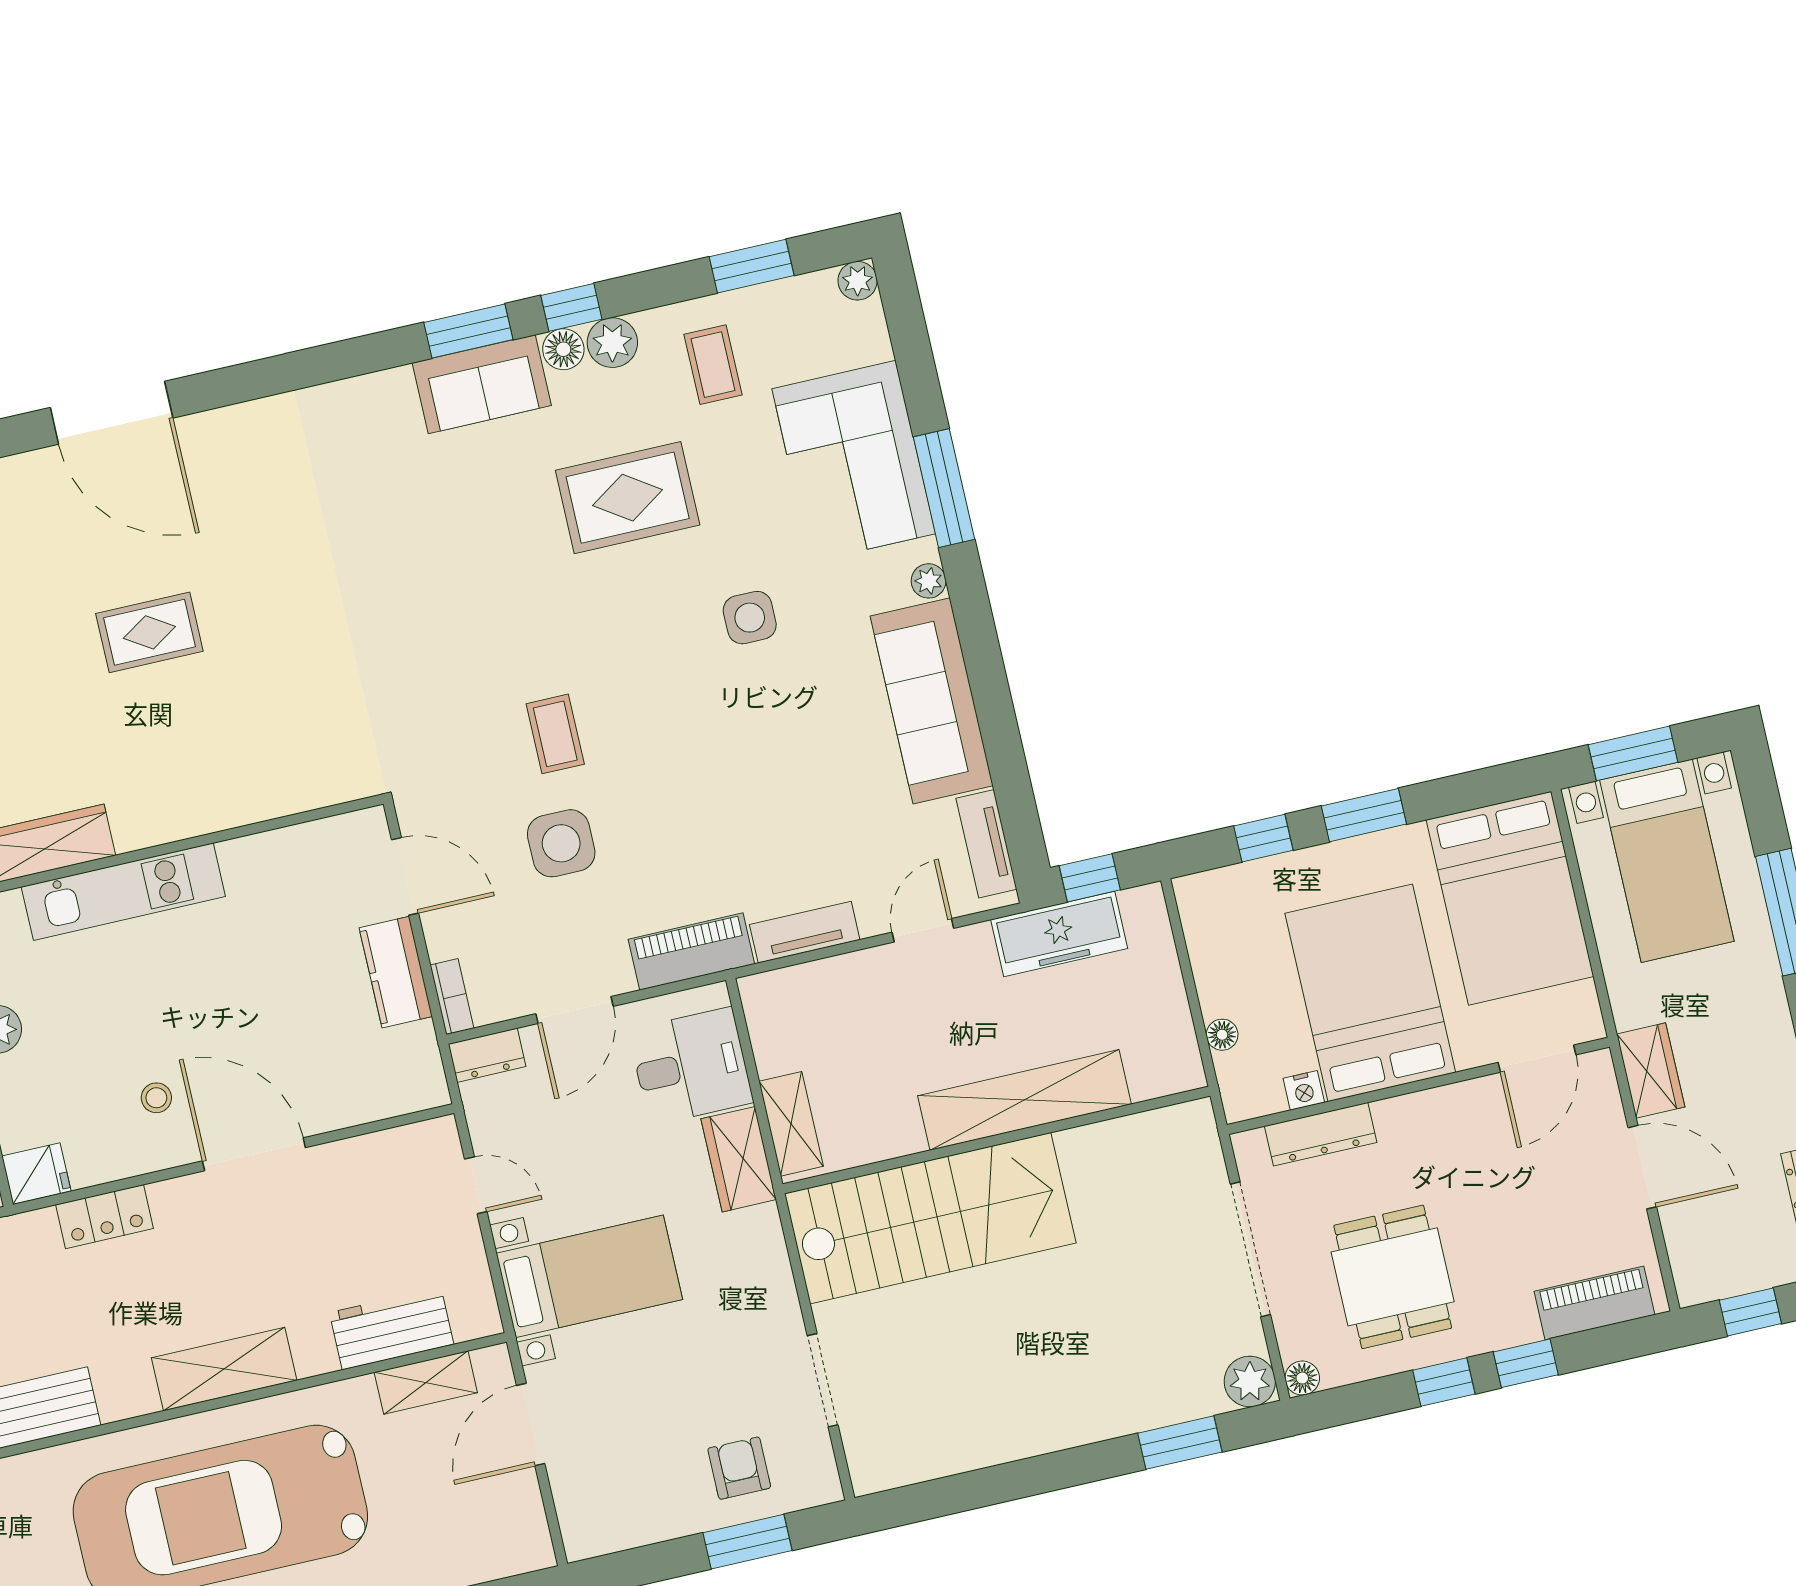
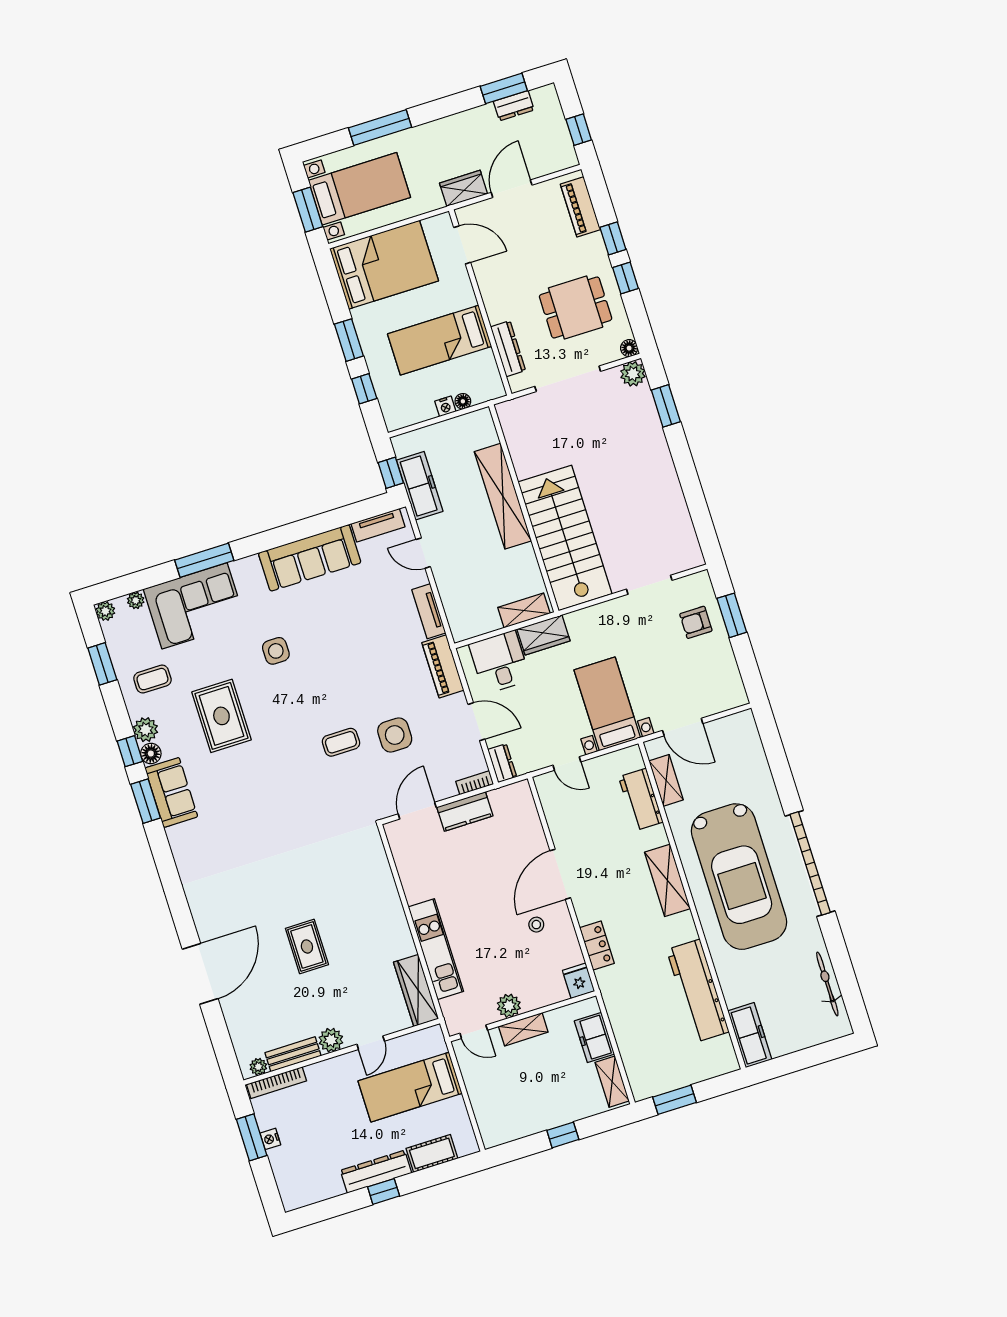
plant: (929, 581) -> (136, 600), moved
bed: (1370, 993) -> (440, 340), width x0.67
nightstand: (1304, 1090) -> (445, 406), moved, turned 90
door: (476, 1185) -> (567, 764), swing flipped

